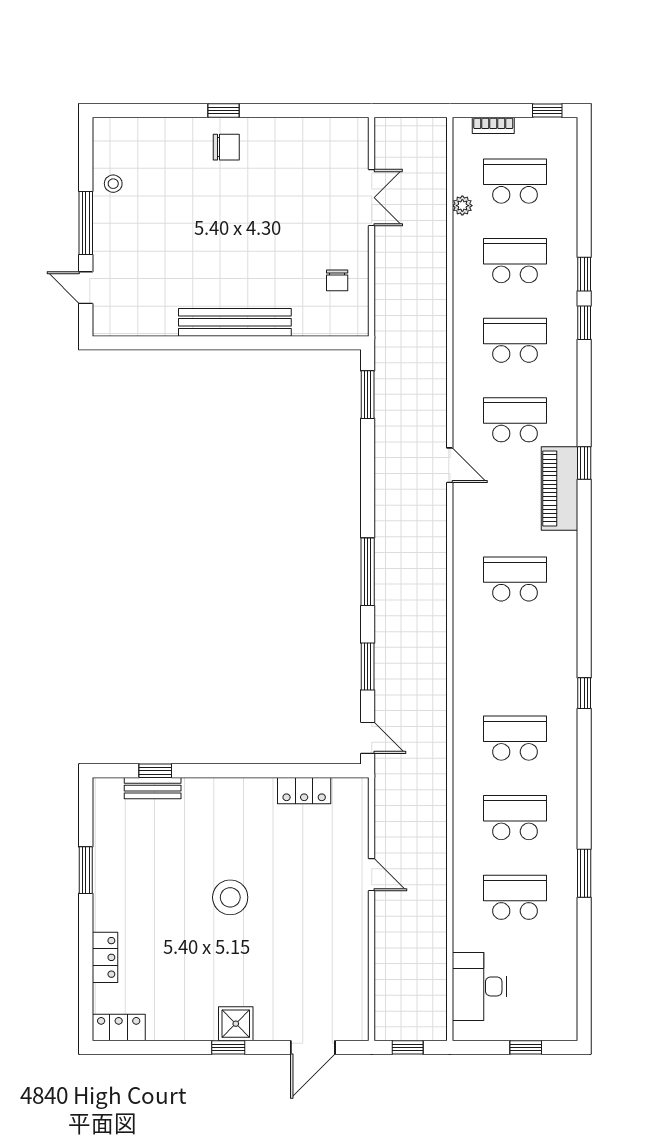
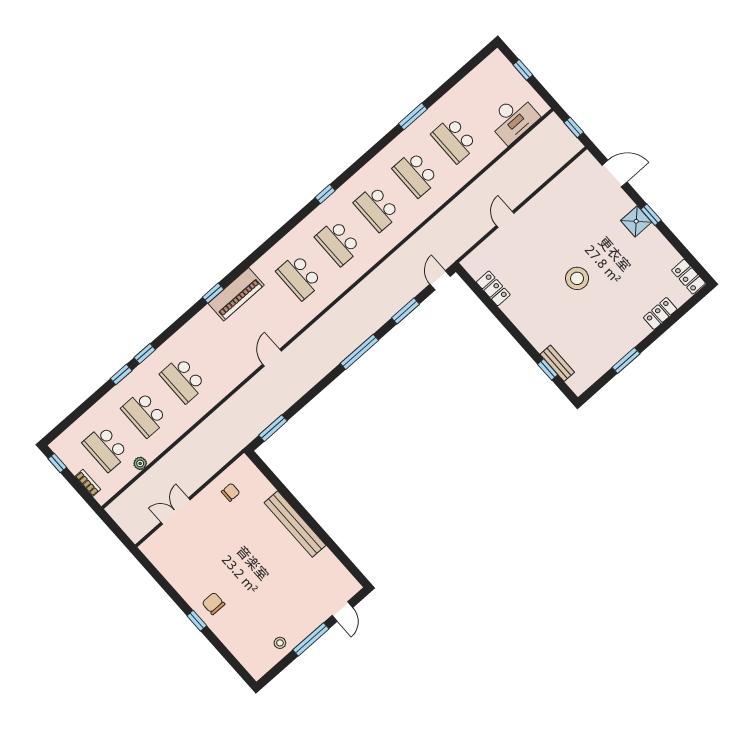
school desk: (515, 420) -> (338, 243), moved

